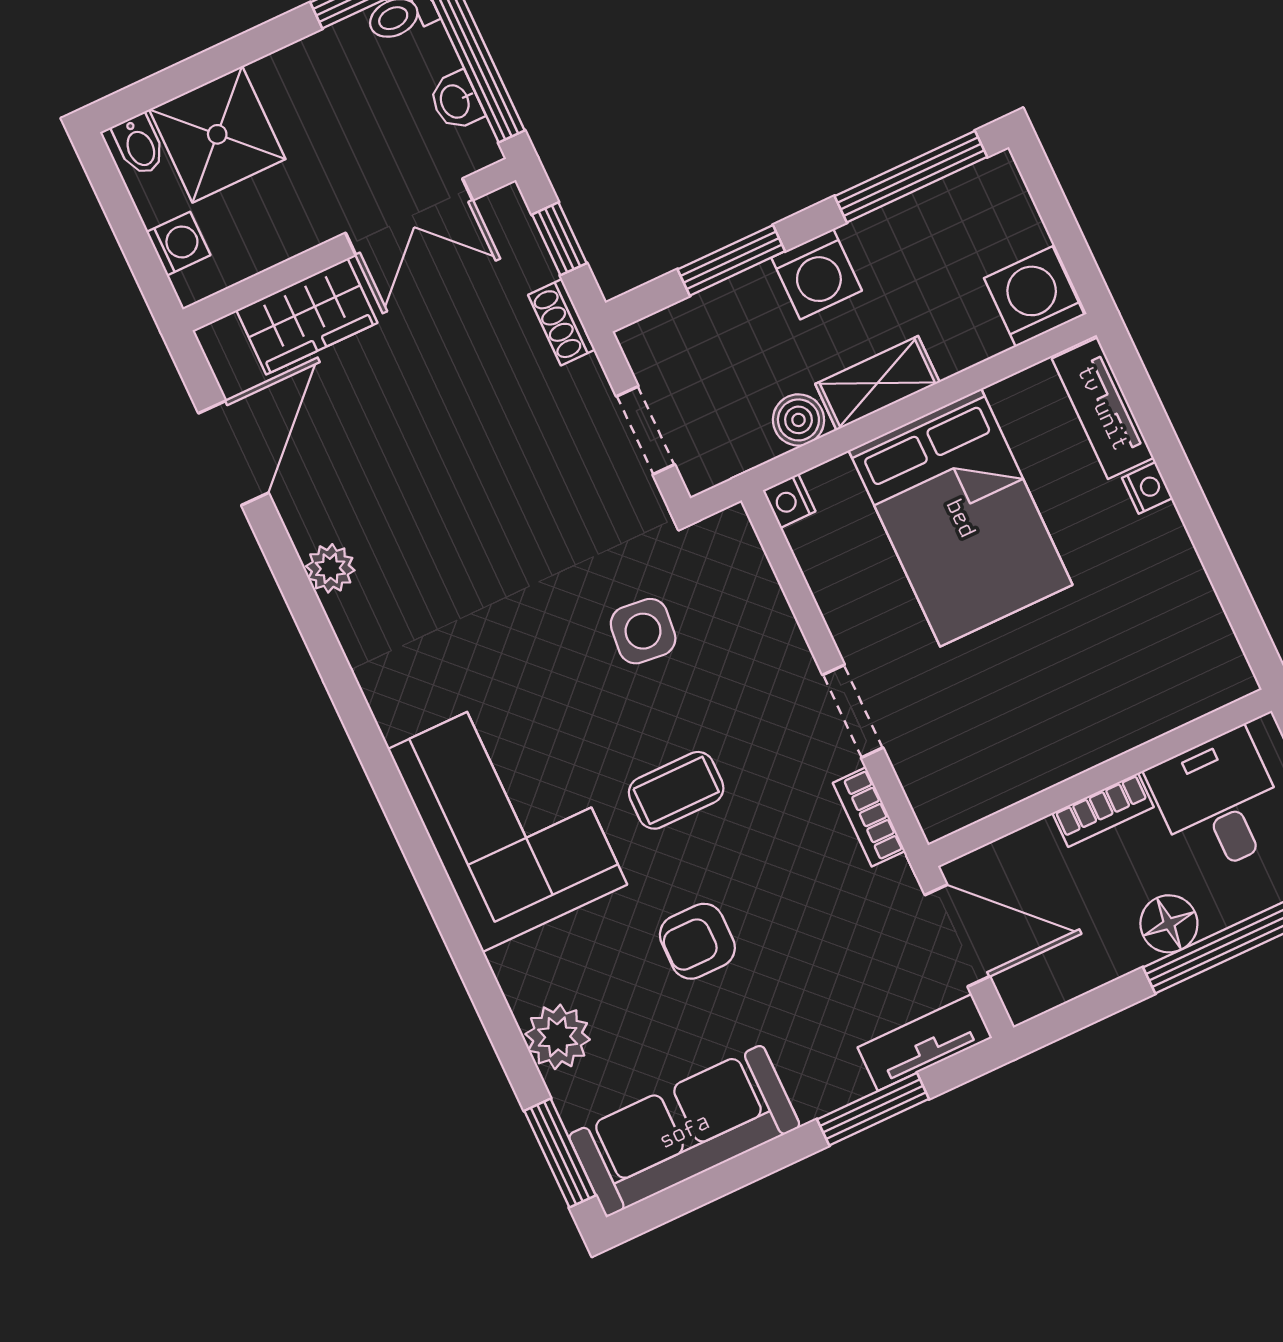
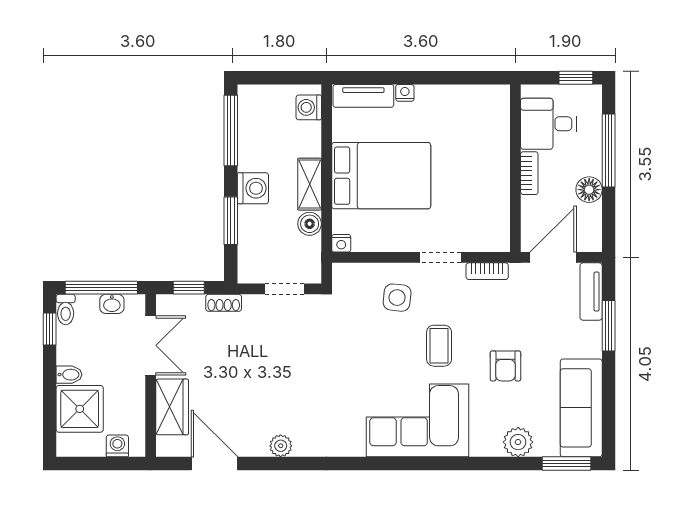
bidet: (139, 145) -> (69, 375), moved
washing machine: (1034, 296) -> (309, 107), width x0.73, depth x0.73
side table: (643, 631) -> (397, 298), moved
floor lamp: (1169, 924) -> (589, 190), moved

